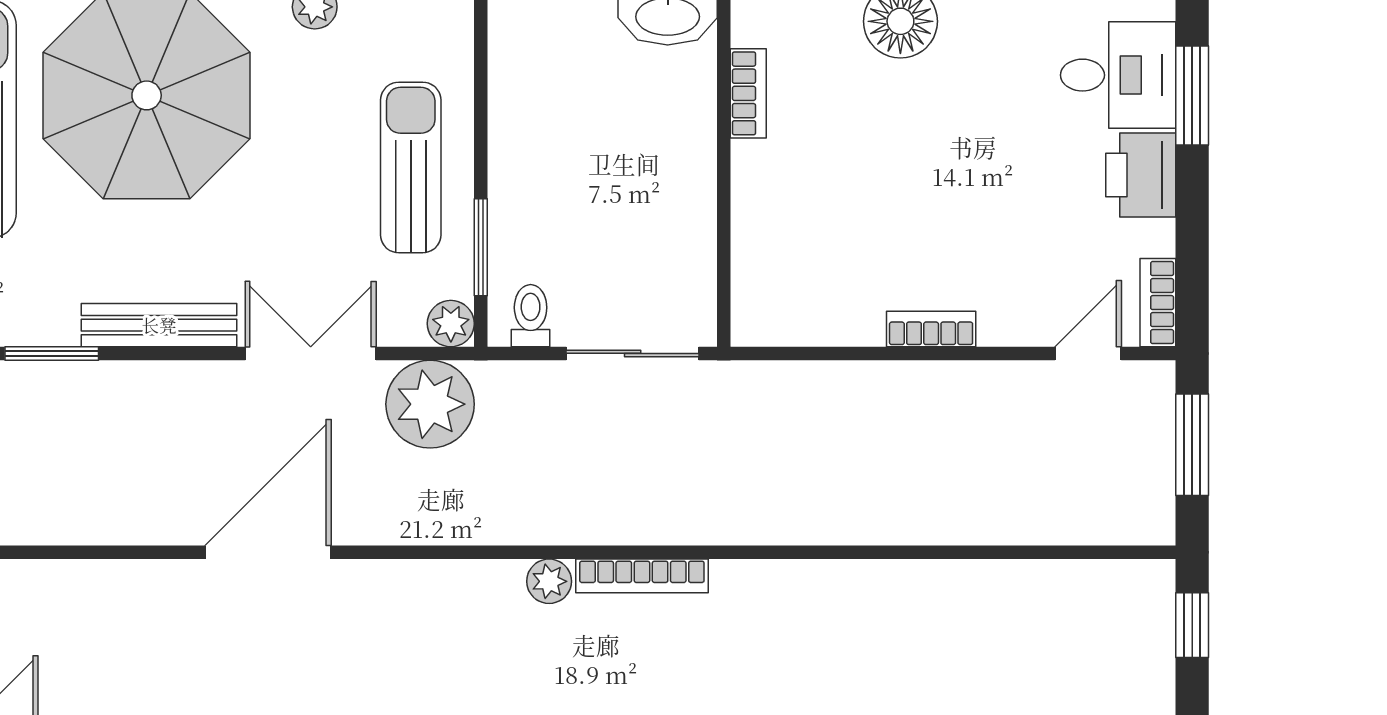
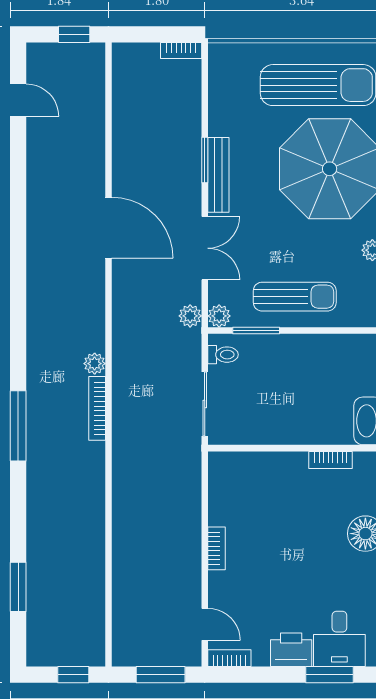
window: (52, 353) -> (205, 160), moved
plant: (430, 404) -> (190, 316), width x0.53, depth x0.53

